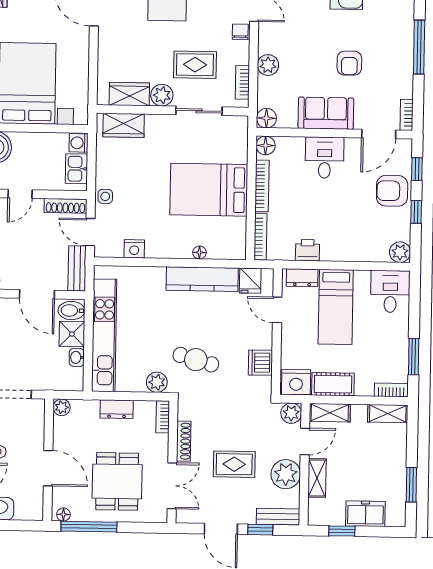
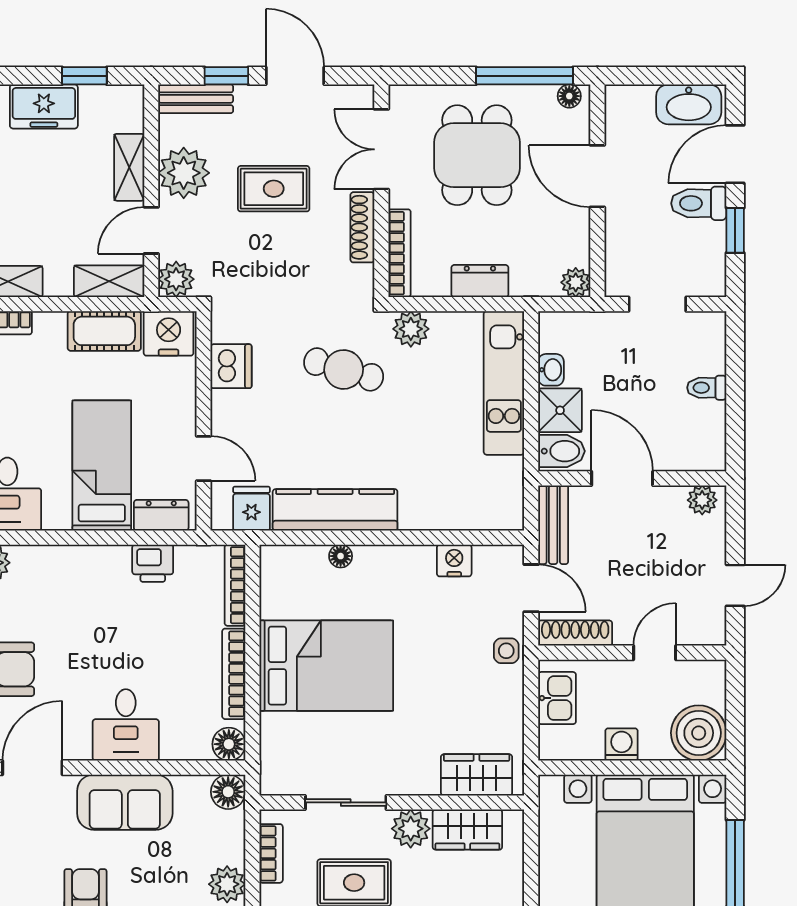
washing machine: (79, 143) -> (622, 745), moved, turned -90
kitchen unit: (104, 335) -> (504, 383), width x0.73
bookcase: (163, 417) -> (399, 253), width x1.56

